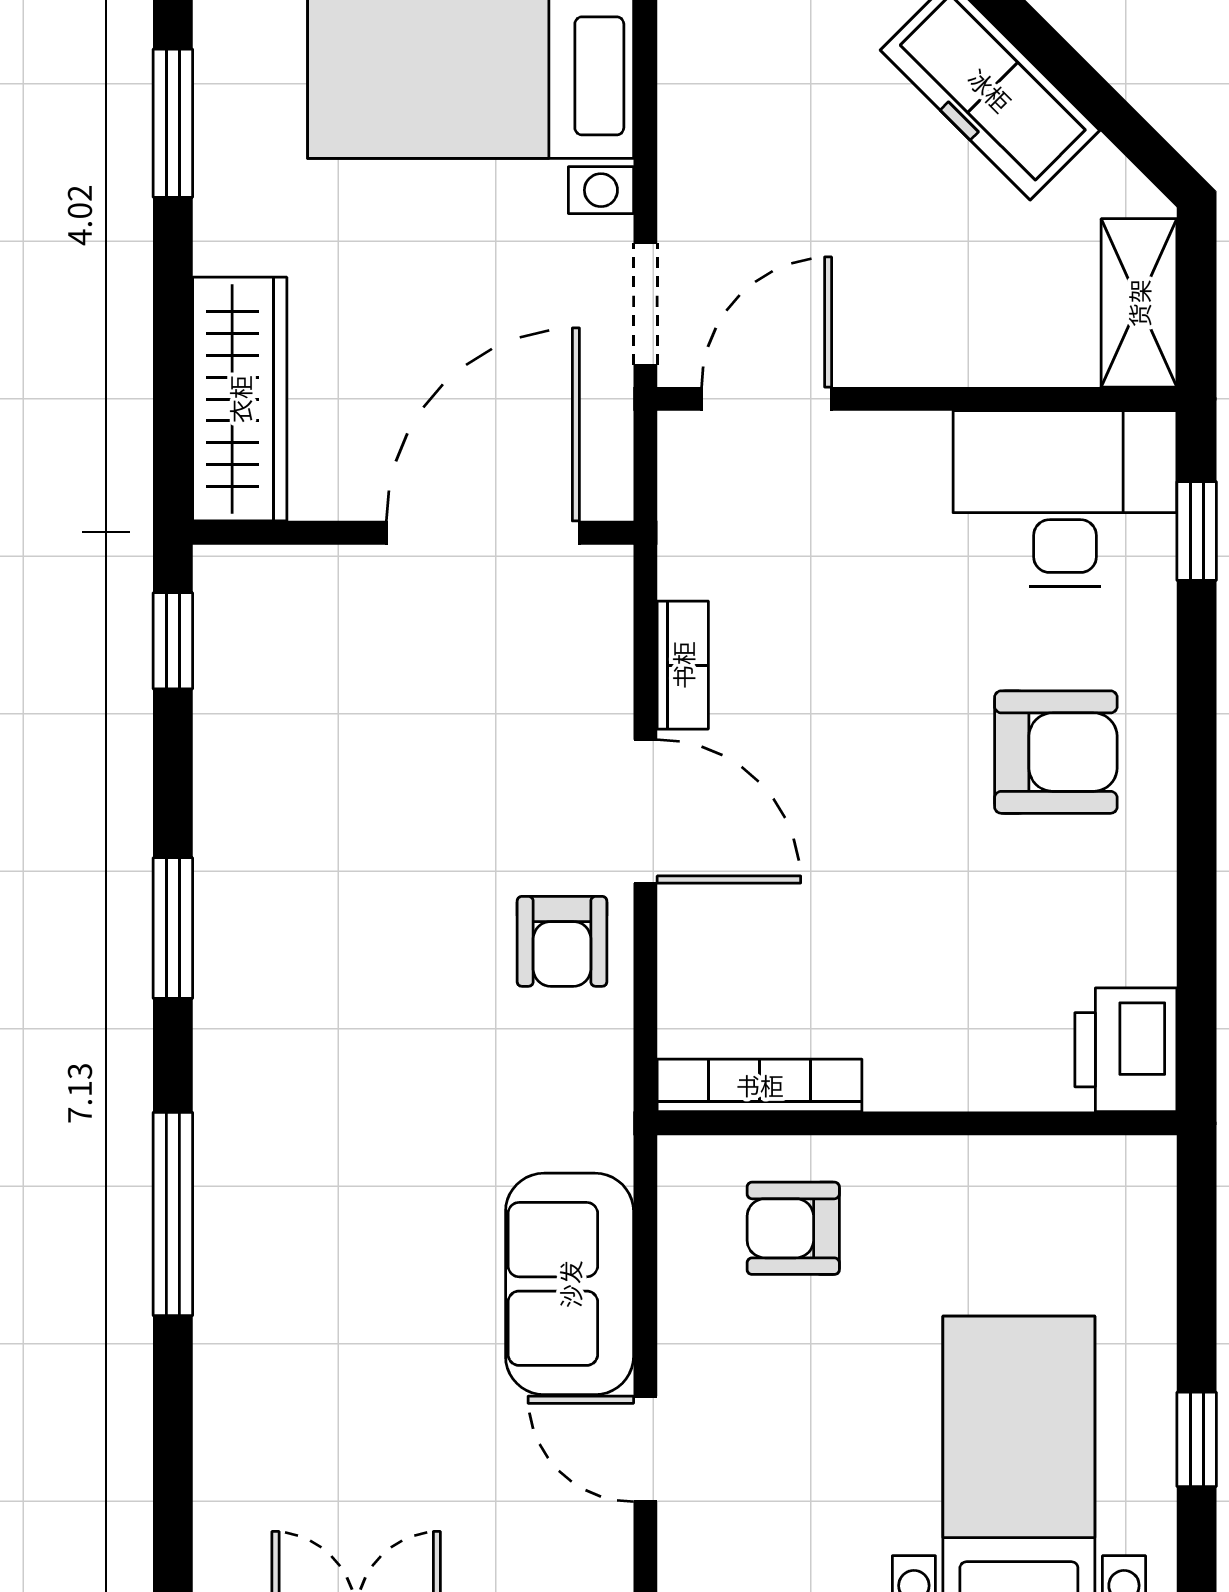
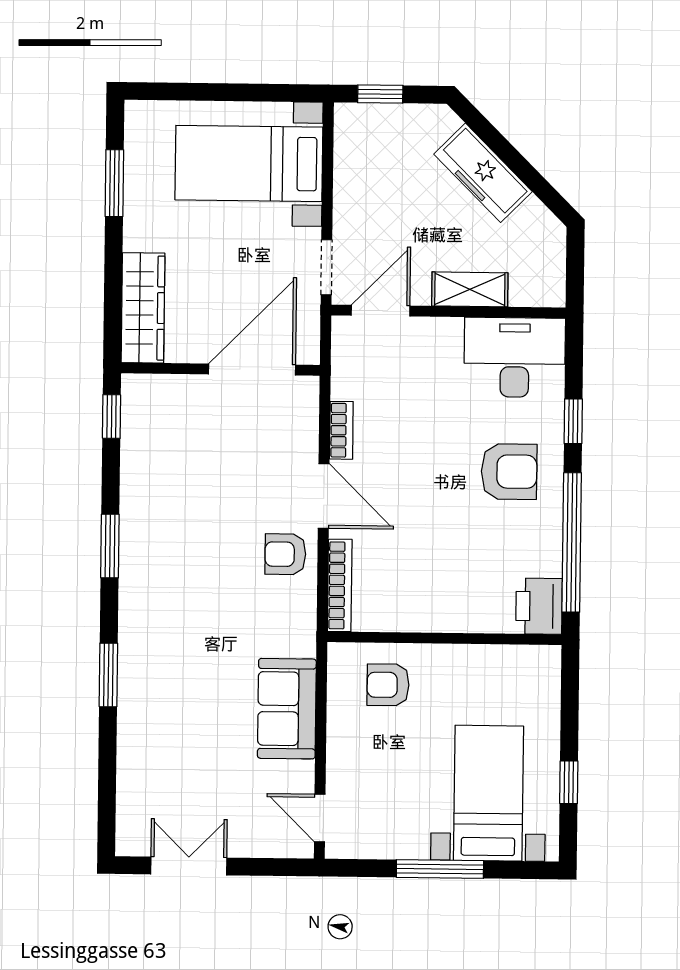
shelving: (1139, 303) -> (470, 289), moved, turned 90
window: (1197, 531) -> (573, 421), moved
window: (1197, 907) -> (572, 542), added
armchair: (562, 941) -> (285, 554), turned 90
bookcase: (760, 1085) -> (340, 585), moved, turned 90
window: (173, 1214) -> (108, 675), width x0.69
door: (645, 1449) -> (320, 818), moved

